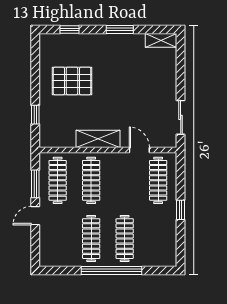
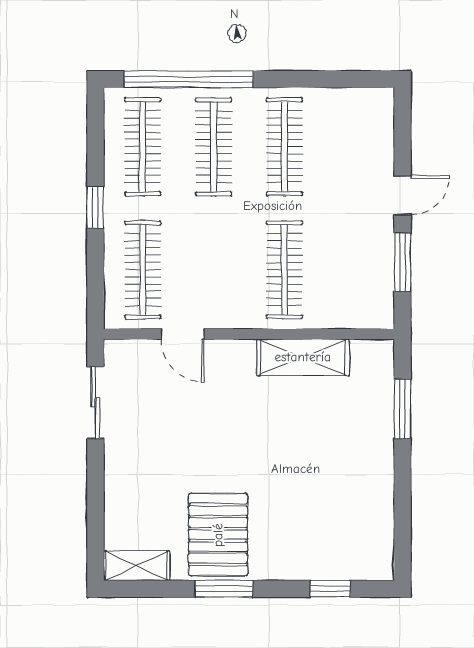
pallet: (72, 81) -> (218, 535), moved, turned 90
window: (35, 115) -> (403, 409), width x1.50
shelving: (98, 139) -> (303, 357), moved
clothes rail: (58, 180) -> (143, 147), moved
window: (111, 270) -> (189, 79), moved

